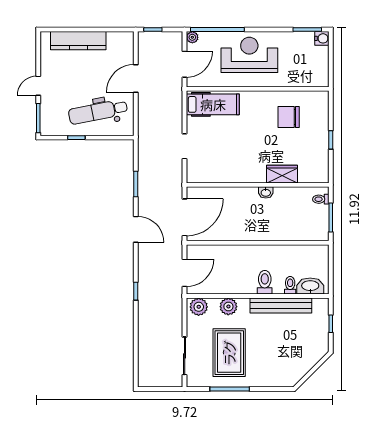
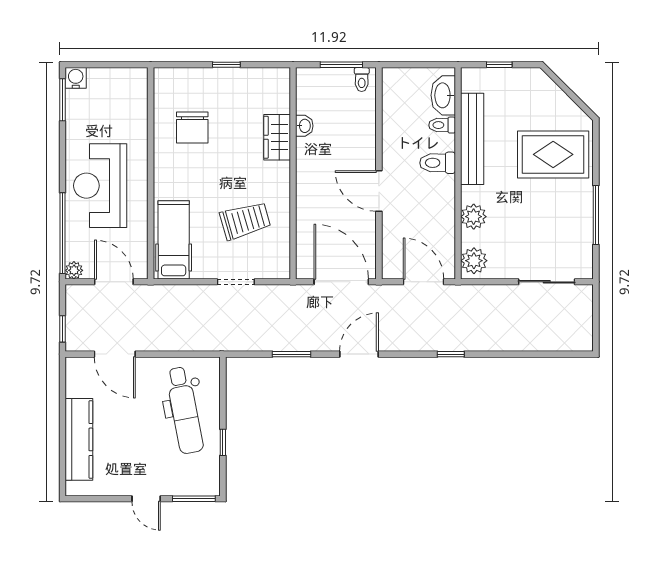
door: (136, 78) -> (115, 354), moved
trolley: (226, 153) -> (245, 221), added
washbasin: (266, 192) -> (304, 126), moved
toilet: (321, 199) -> (362, 80), moved
door: (246, 243) -> (379, 191), added
rug: (229, 353) -> (553, 154), moved

